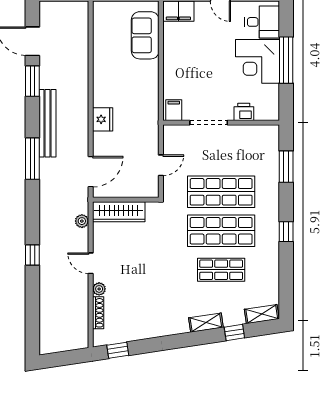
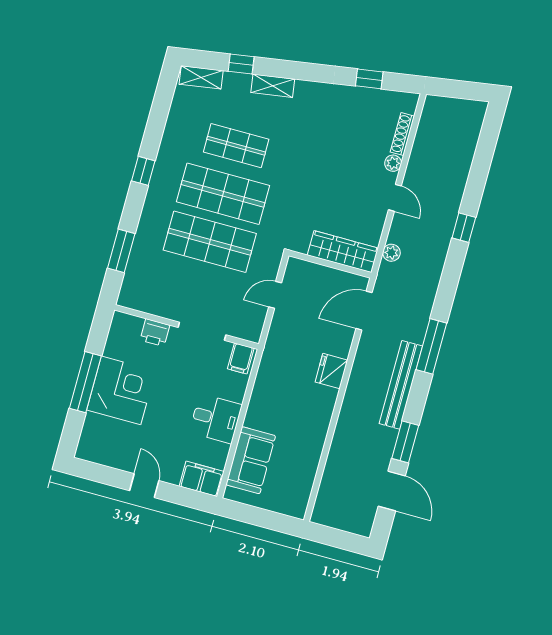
desk: (262, 22) -> (216, 419), moved, turned 180
window: (118, 350) -> (369, 79), moved

